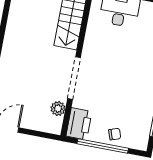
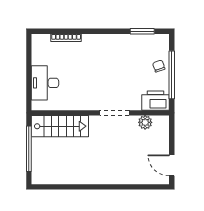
doorway: (74, 78) -> (114, 113), width x0.73

